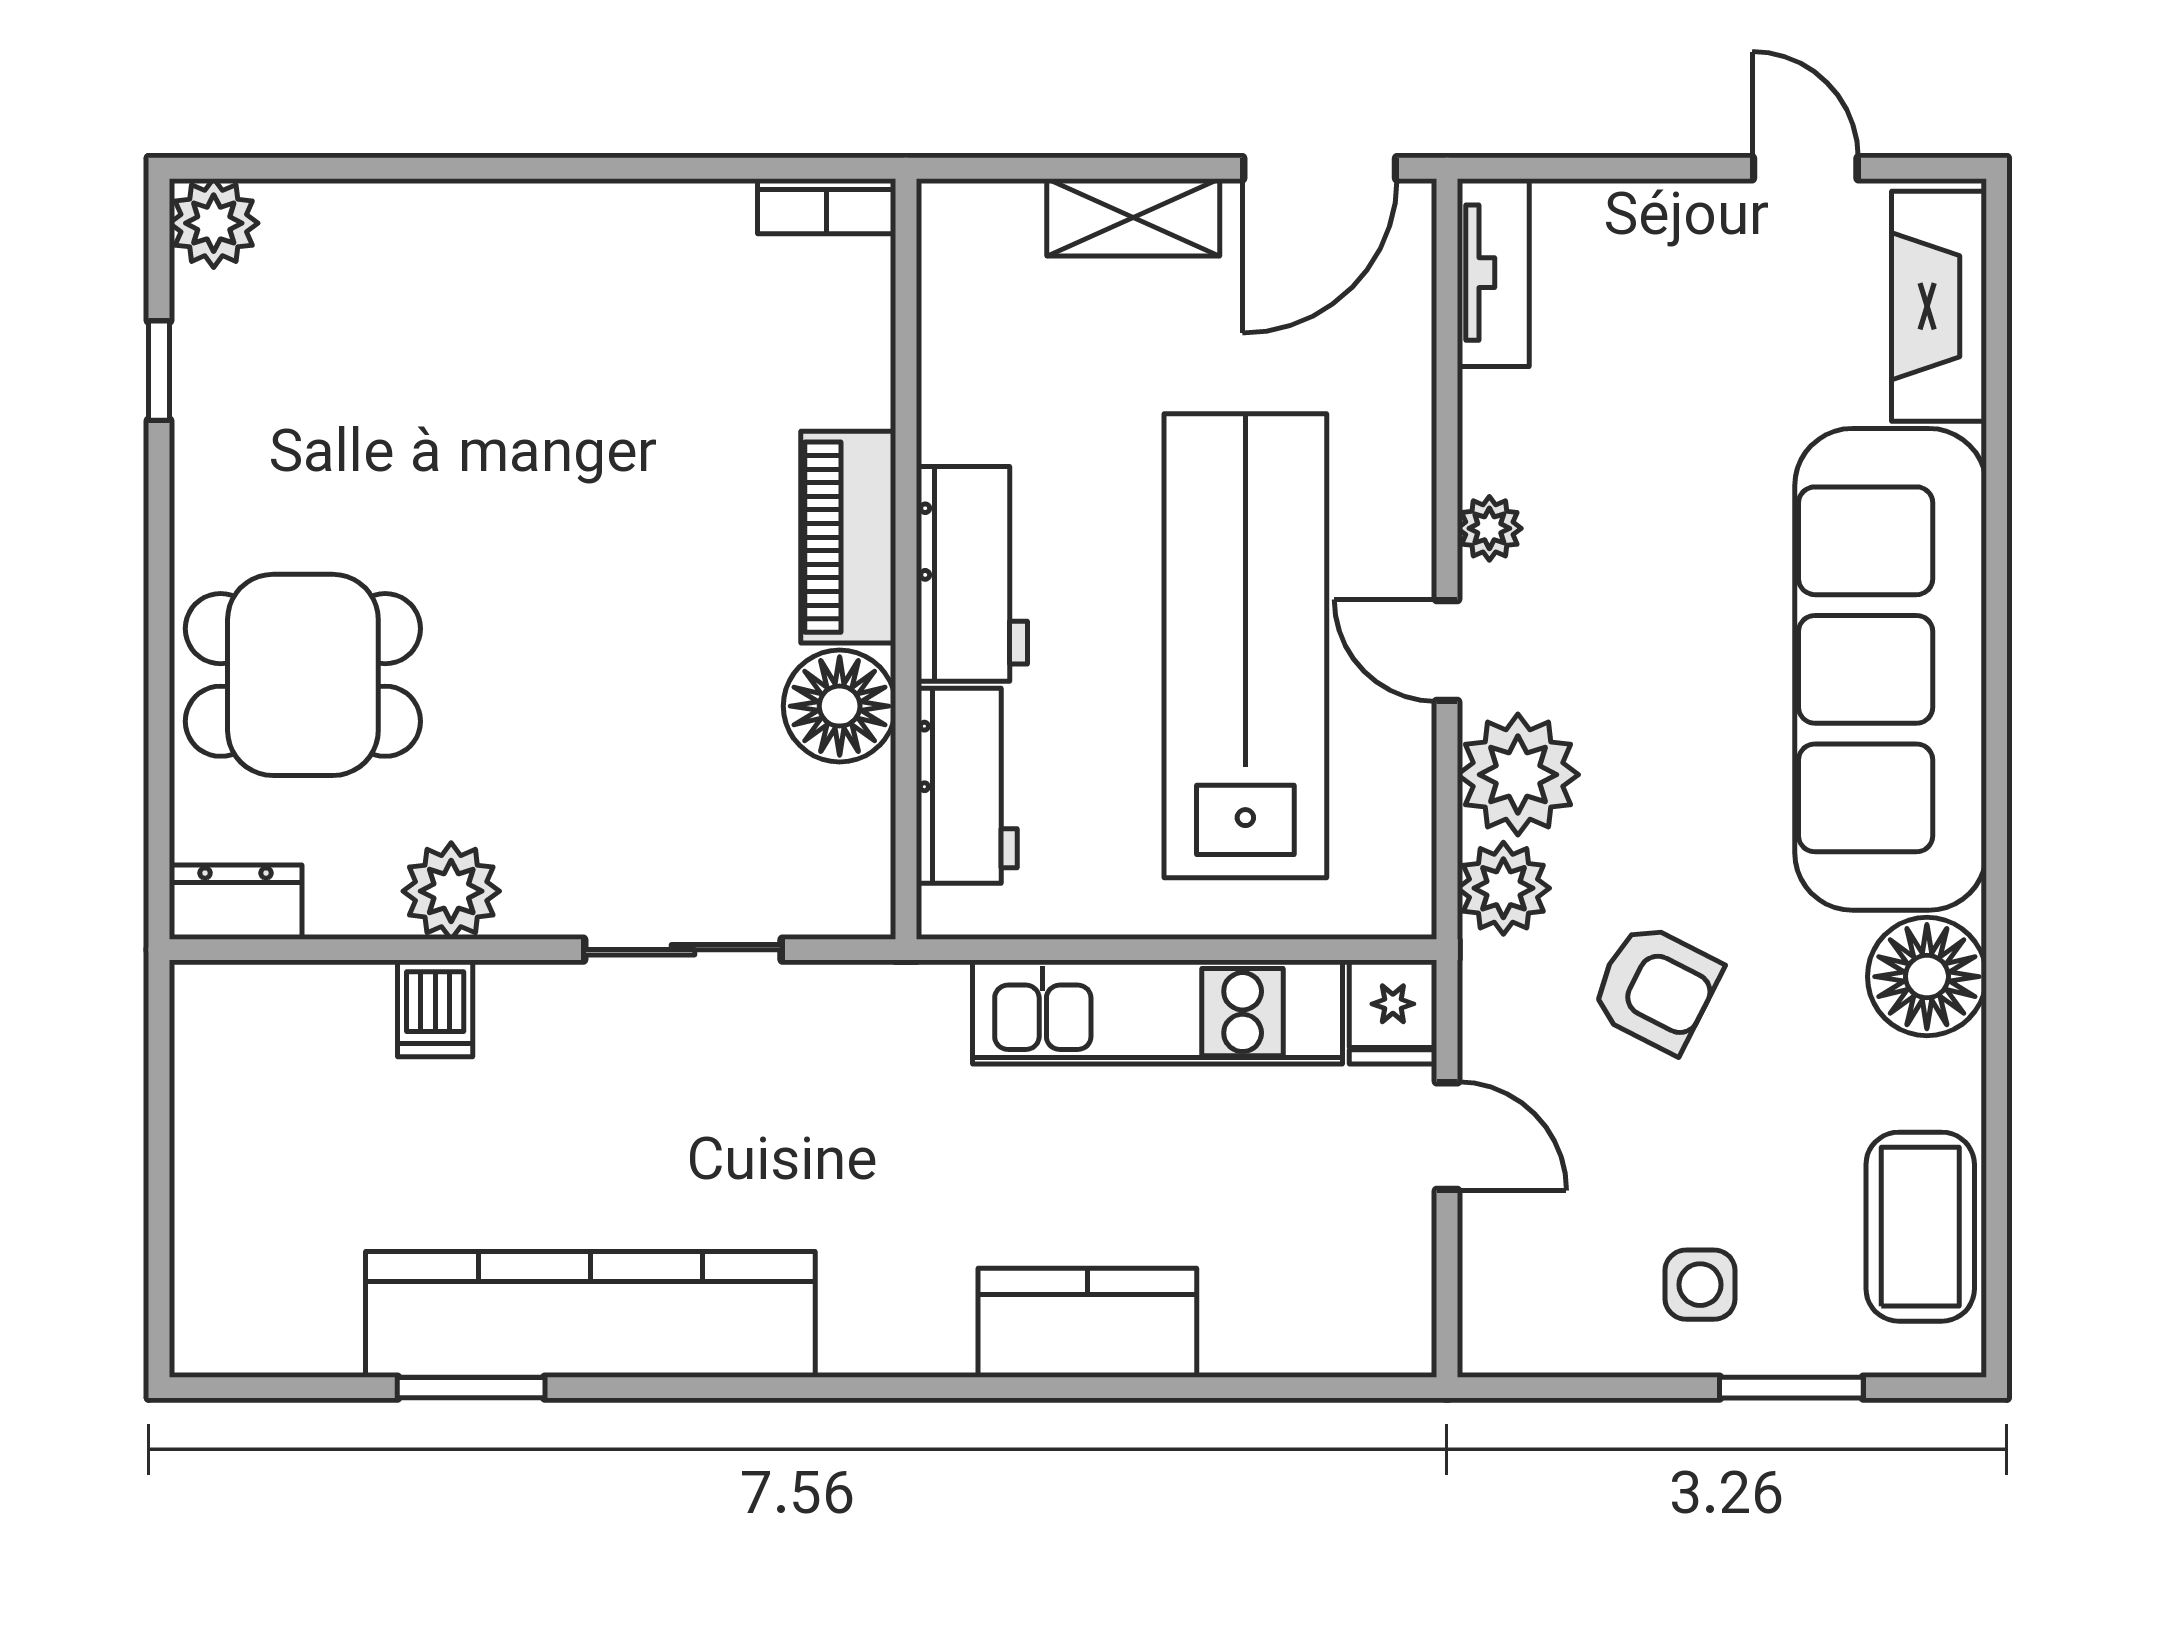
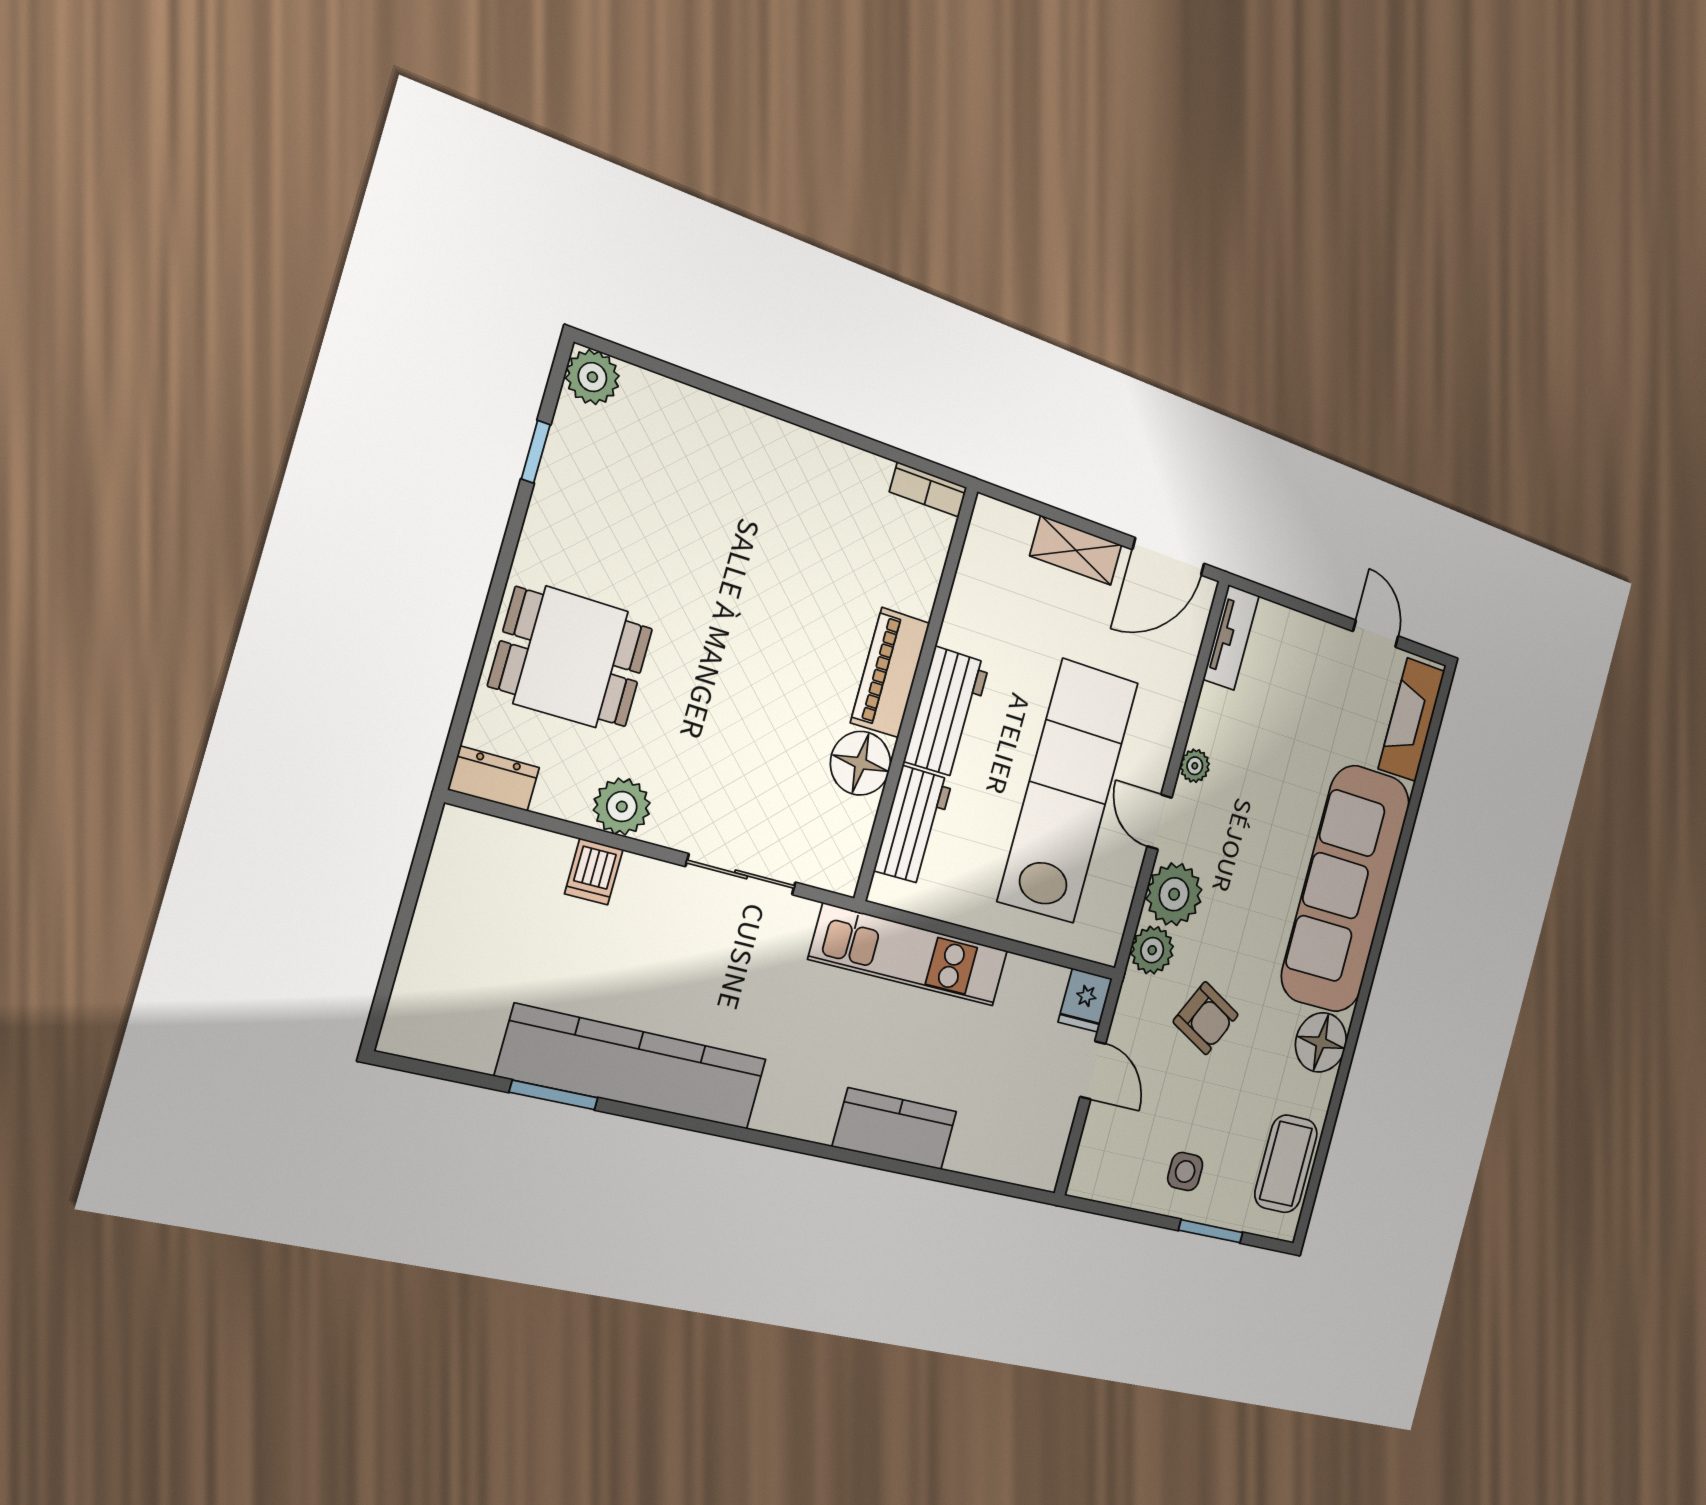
kitchen unit: (1157, 1012) -> (909, 955), moved

